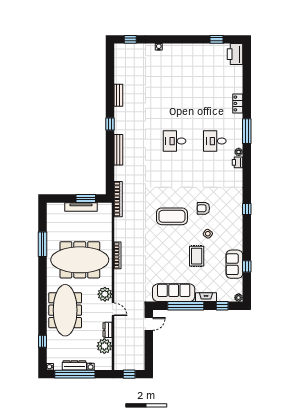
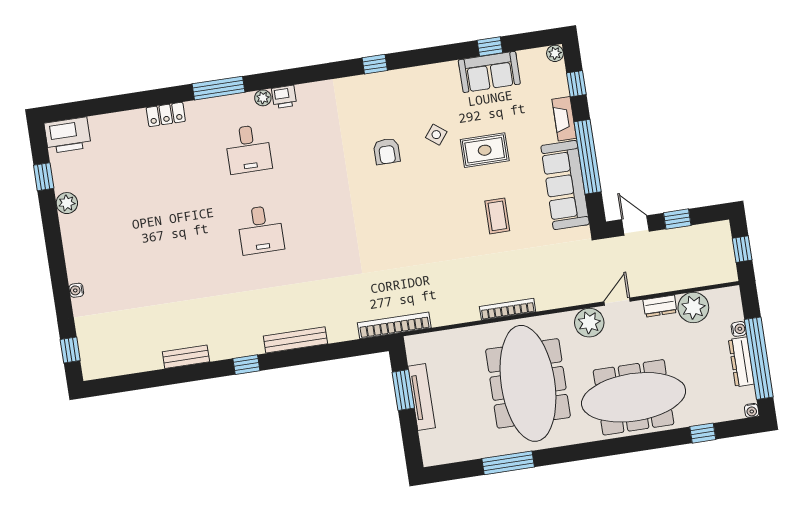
plant: (202, 49) -> (67, 203), added
coffee table: (172, 216) -> (497, 216), moved, width x0.54, depth x0.58
window: (149, 345) -> (677, 219), added

